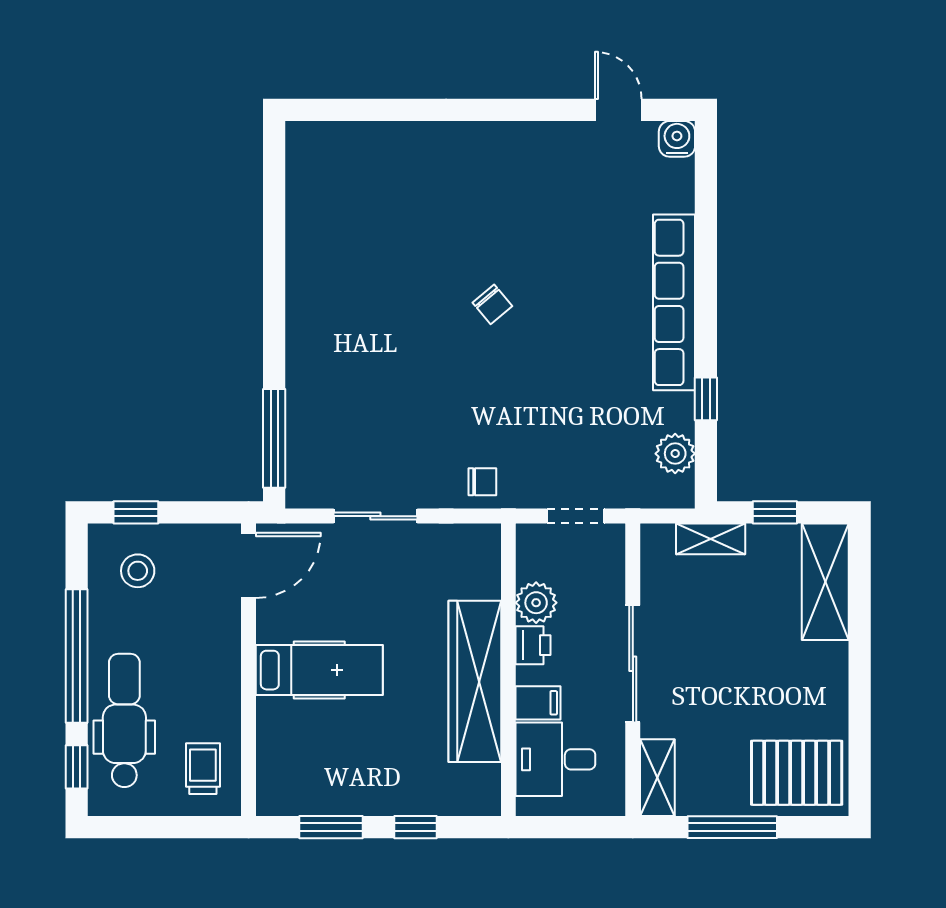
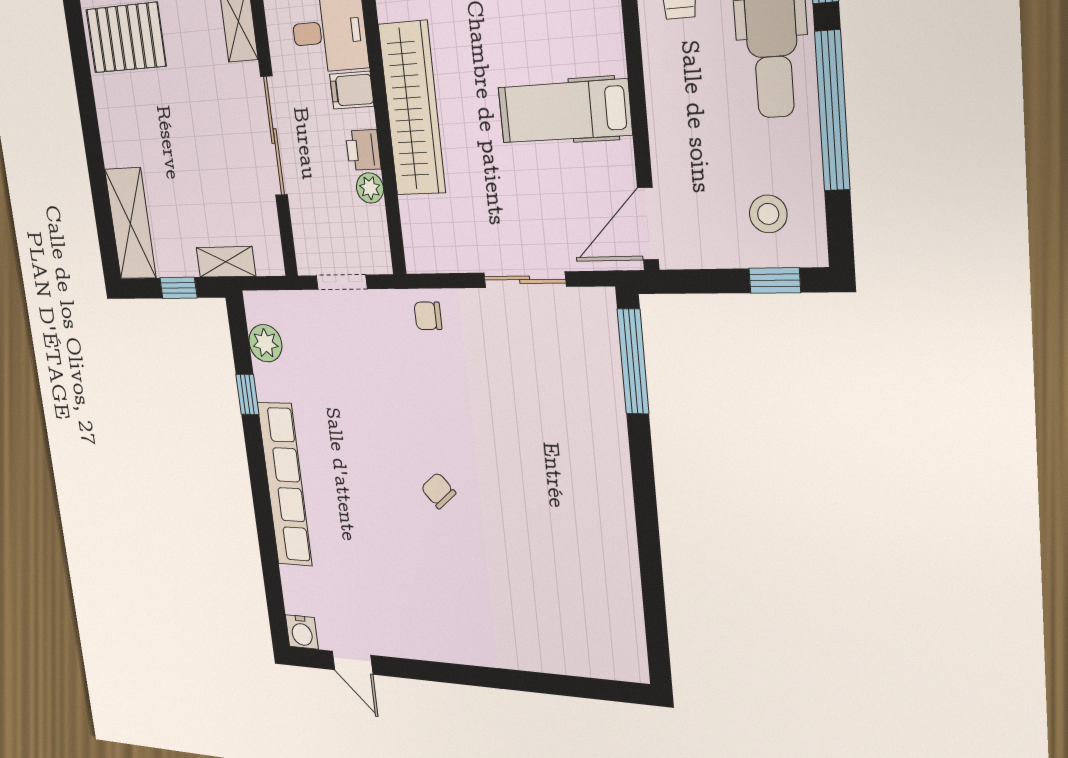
plant: (536, 603) -> (370, 188), width x0.73, depth x0.73

